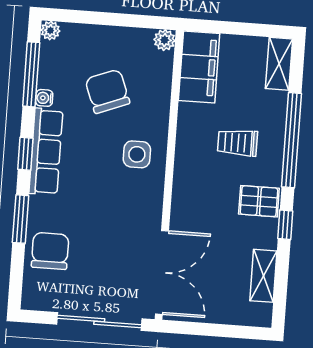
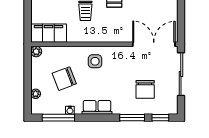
plant: (50, 30) -> (36, 94), moved
row of seats: (46, 152) -> (97, 107), width x0.68
window: (25, 154) -> (160, 118), moved
chair: (50, 251) -> (145, 89), moved, turned -90

